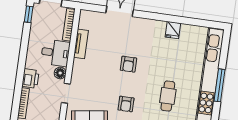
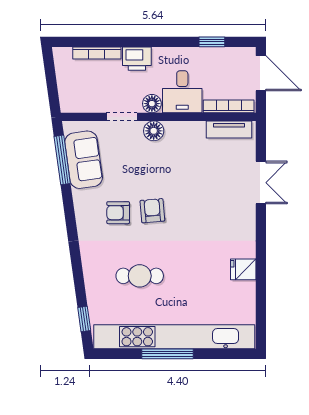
window: (29, 14) -> (212, 42), moved
tv unit: (81, 44) -> (229, 129), moved
armchair: (128, 64) -> (152, 211), moved, turned 85
floor lamp: (78, 74) -> (154, 131), added

